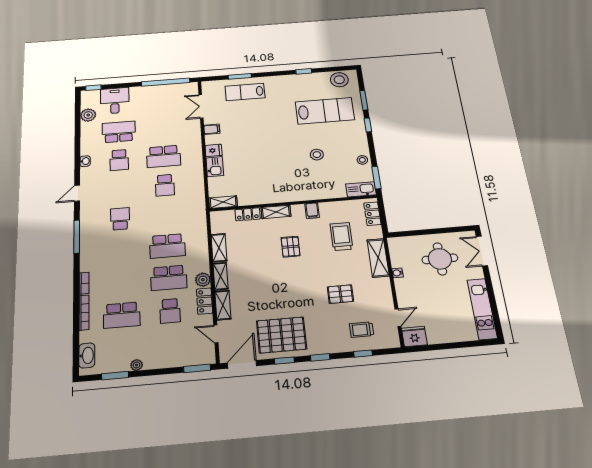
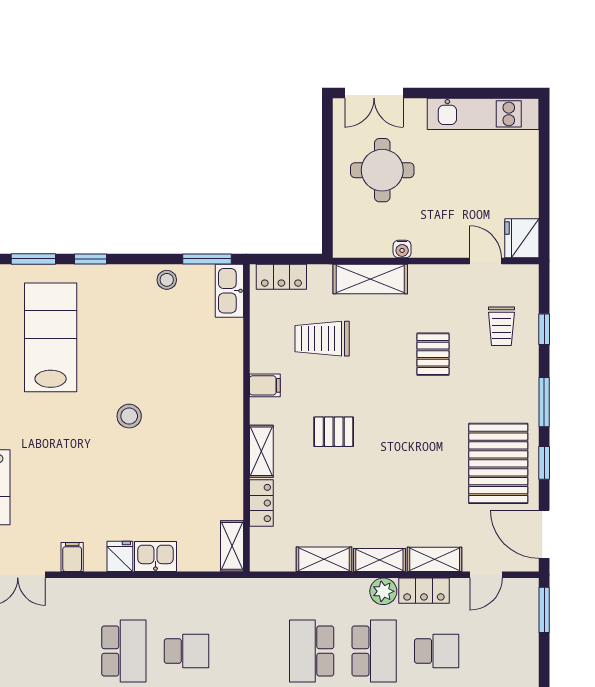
stool: (317, 155) -> (129, 416), moved
school desk: (167, 246) -> (312, 651), turned 180
window: (320, 357) -> (544, 402), width x1.50

